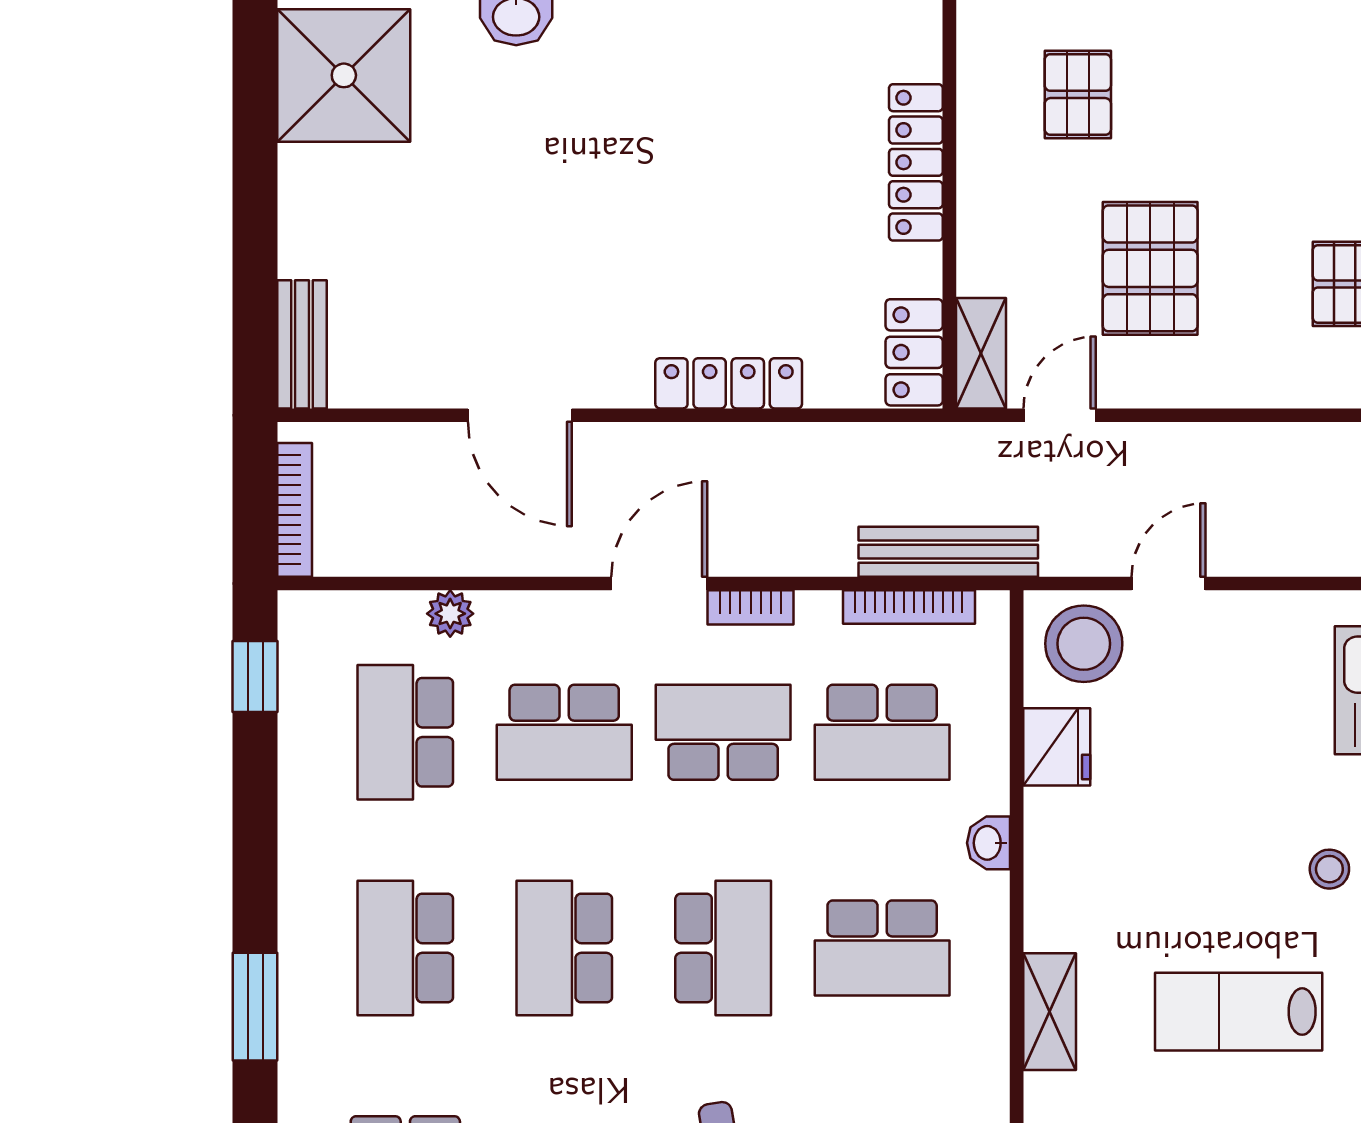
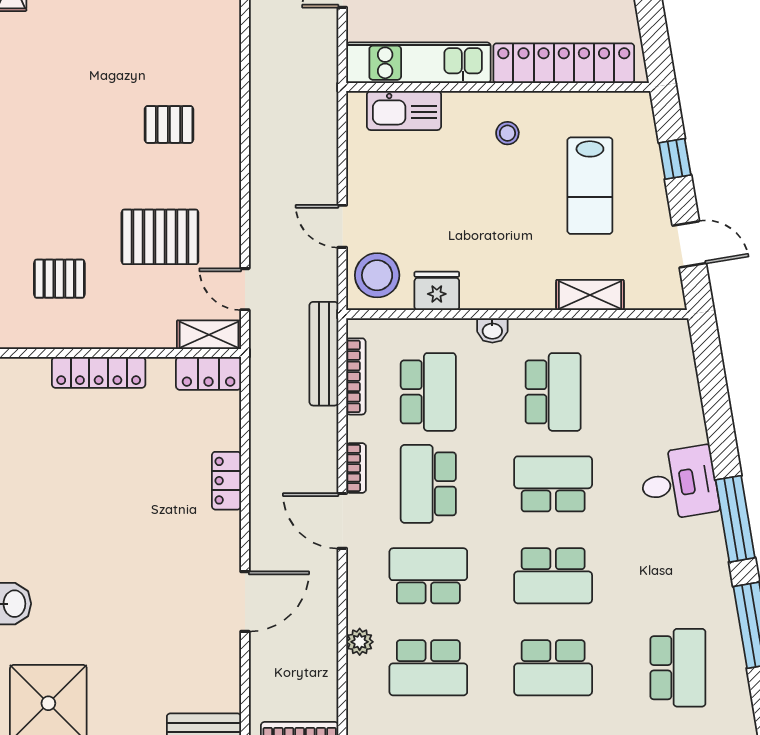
locker: (729, 383) -> (226, 481), width x0.66
school desk: (564, 732) -> (428, 576), turned -90

